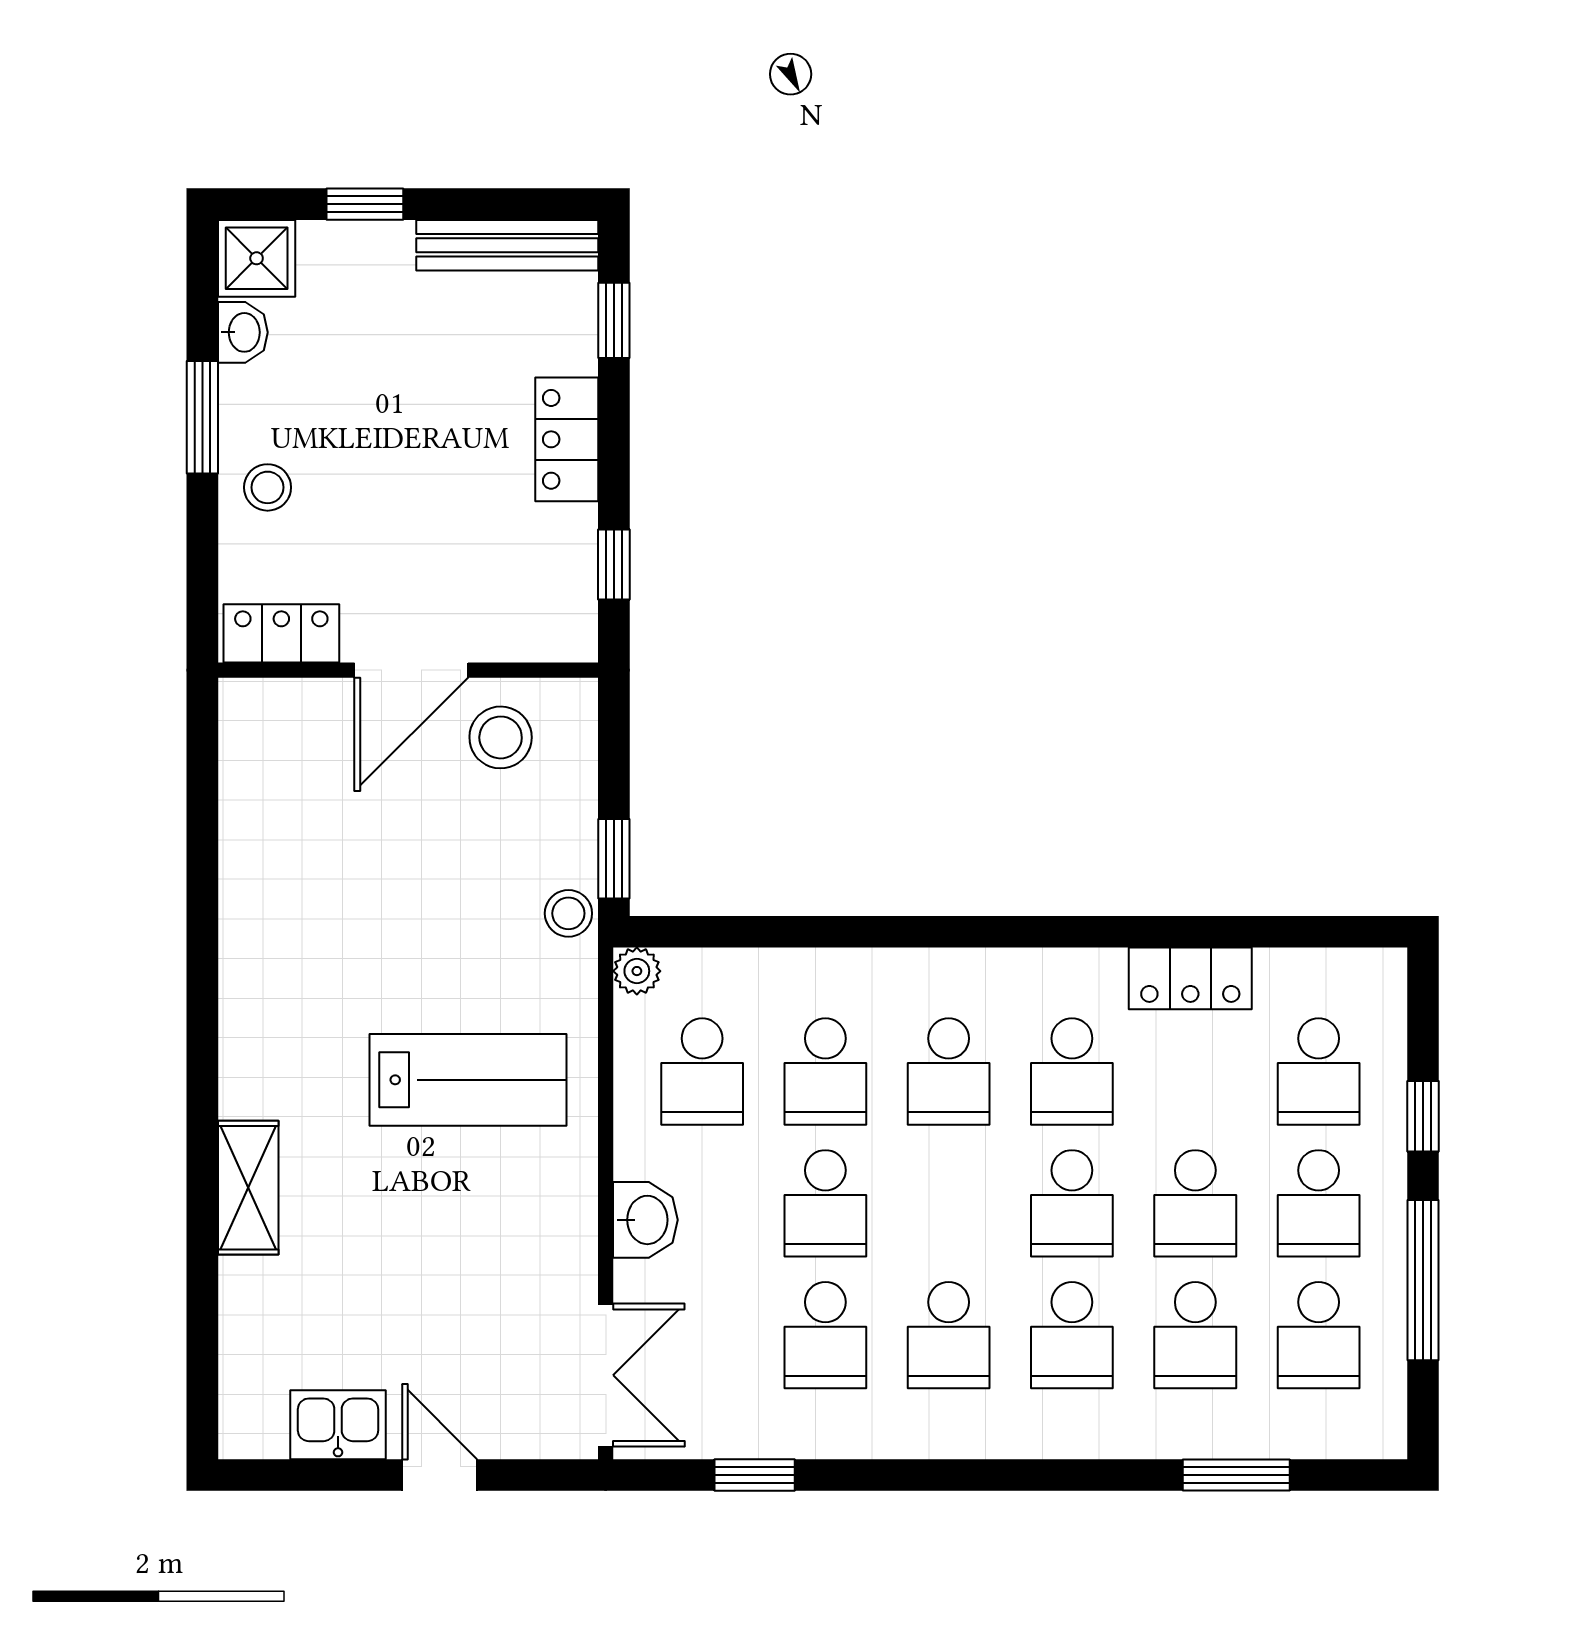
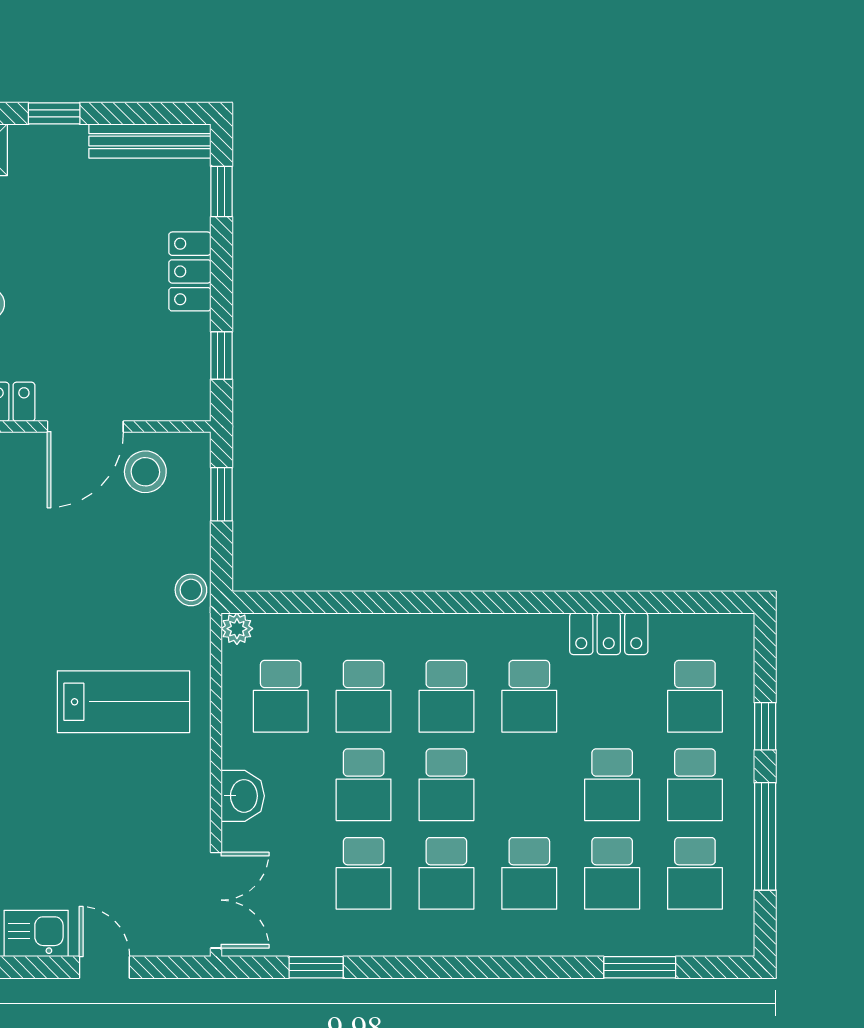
window: (614, 859) -> (221, 494), moved
school desk: (1072, 1203) -> (446, 785), moved

